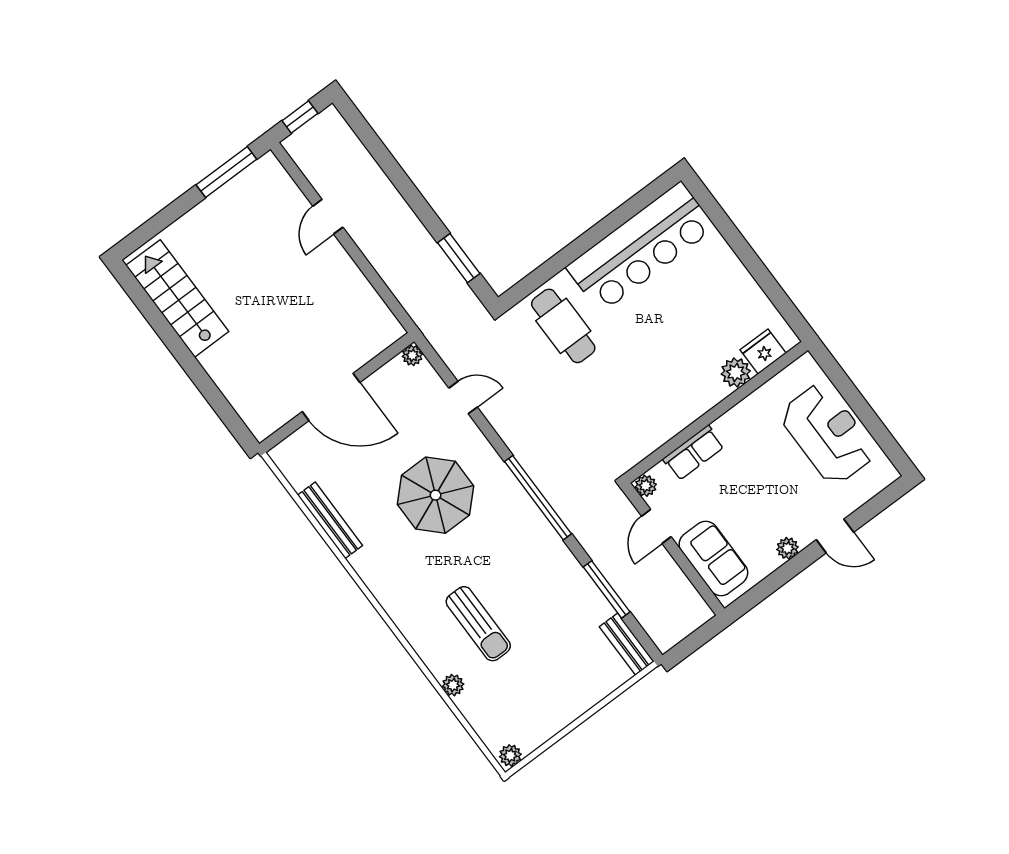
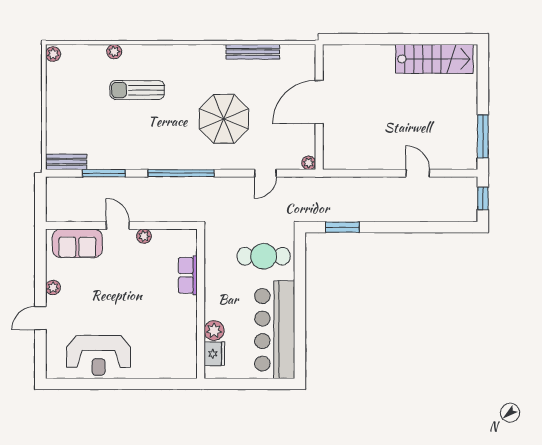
fridge: (763, 352) -> (214, 354), moved
plant: (736, 373) -> (214, 331), moved
wall: (716, 412) -> (201, 304), moved
row of seats: (693, 453) -> (188, 275), moved

